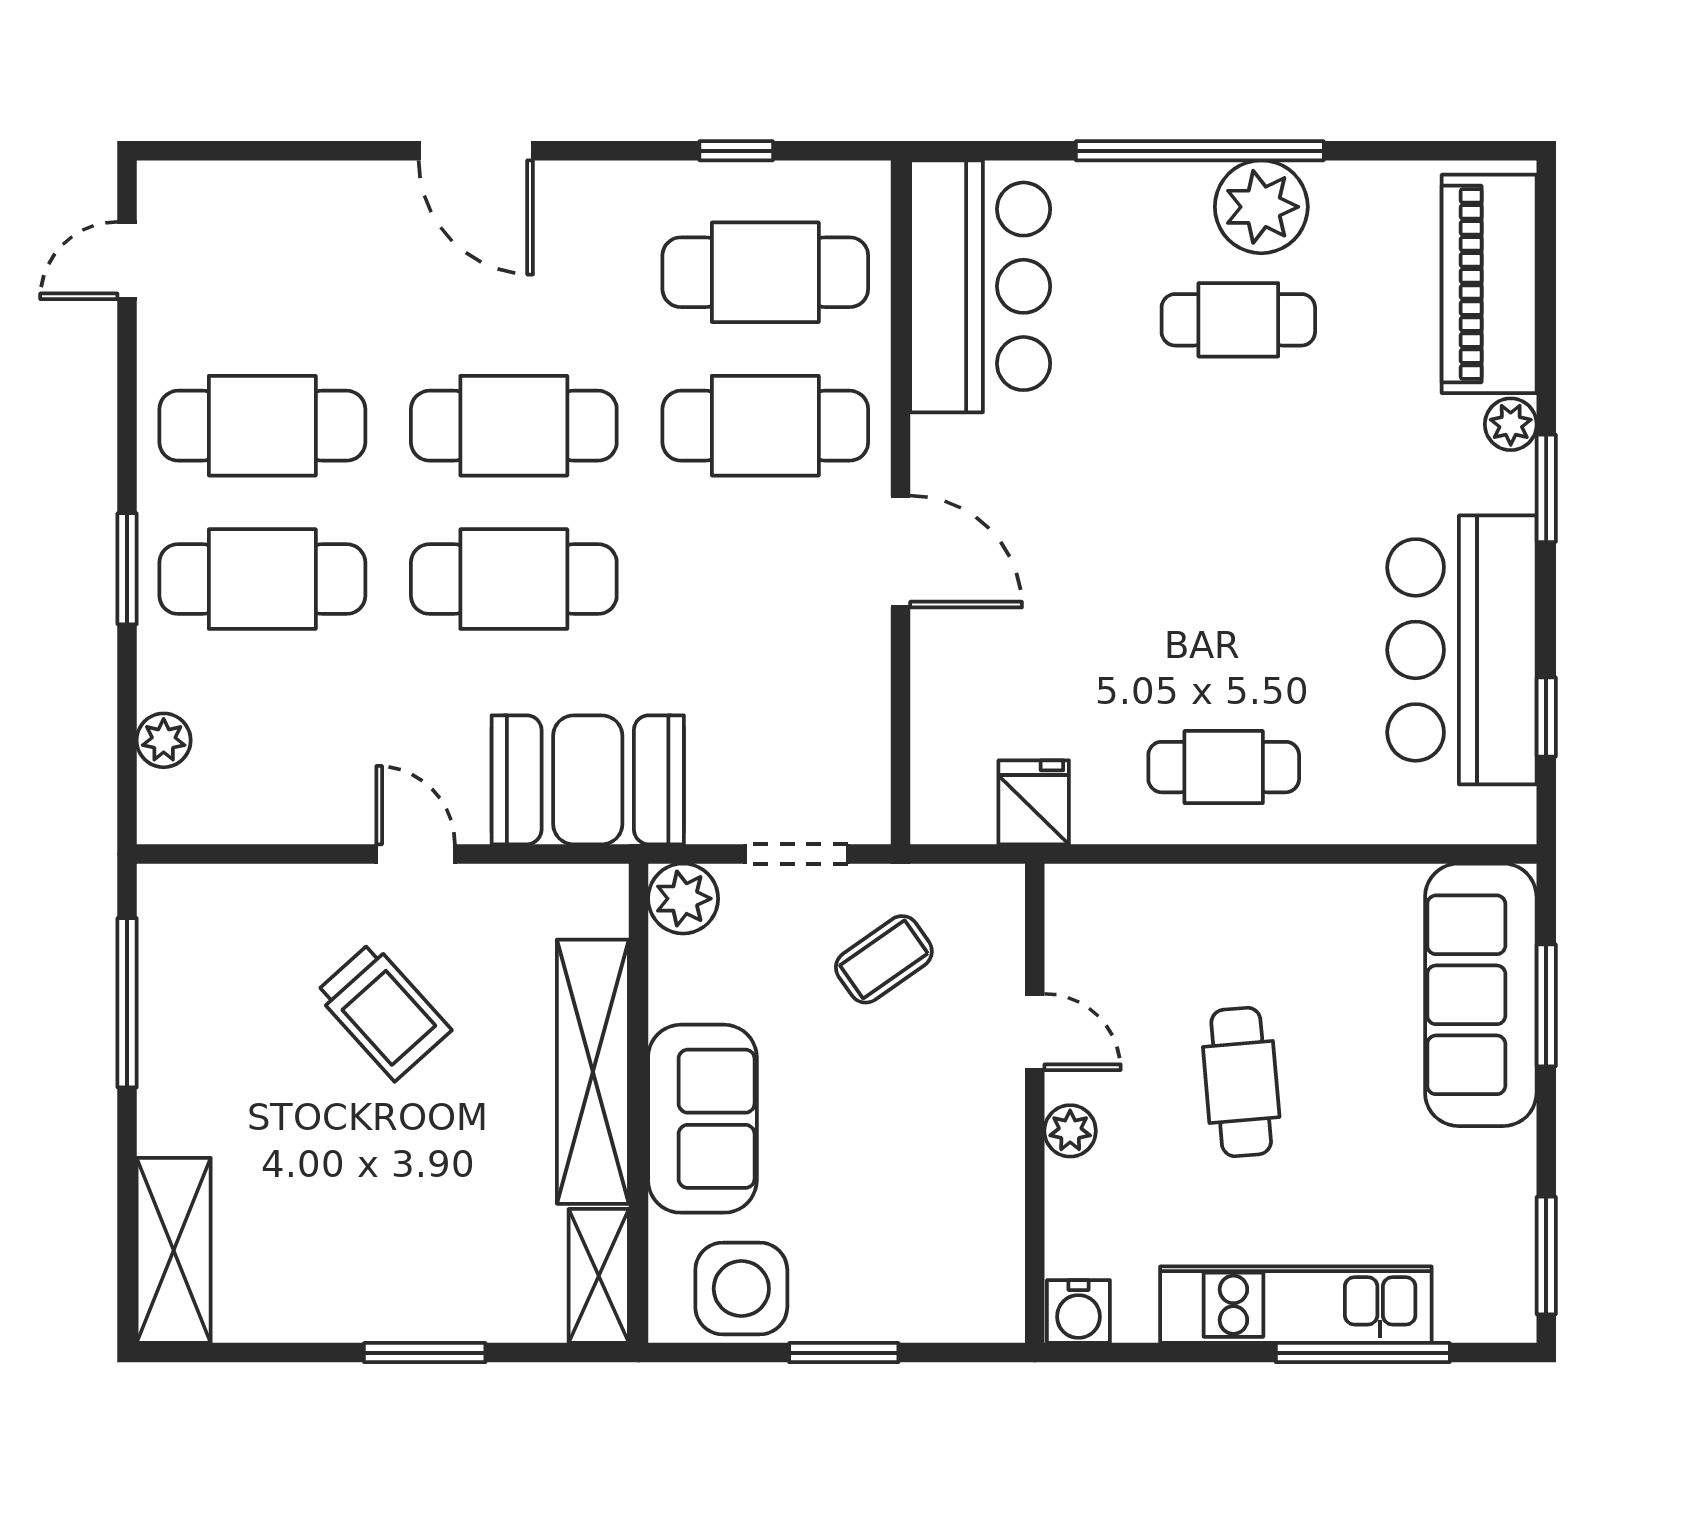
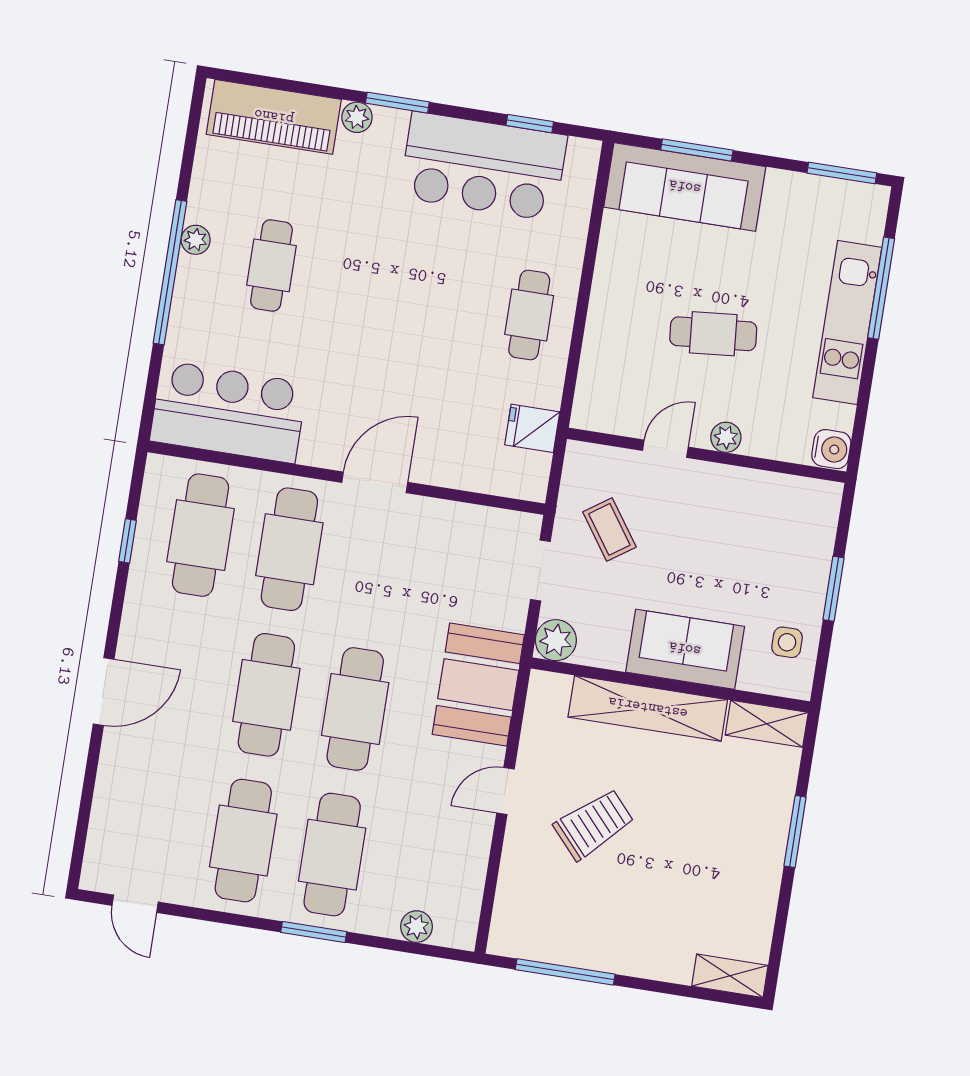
plant: (1261, 207) -> (196, 240), width x0.53, depth x0.53
shelving: (174, 1250) -> (730, 976), width x0.67, depth x0.75
side table: (741, 1289) -> (787, 642), width x0.54, depth x0.54

